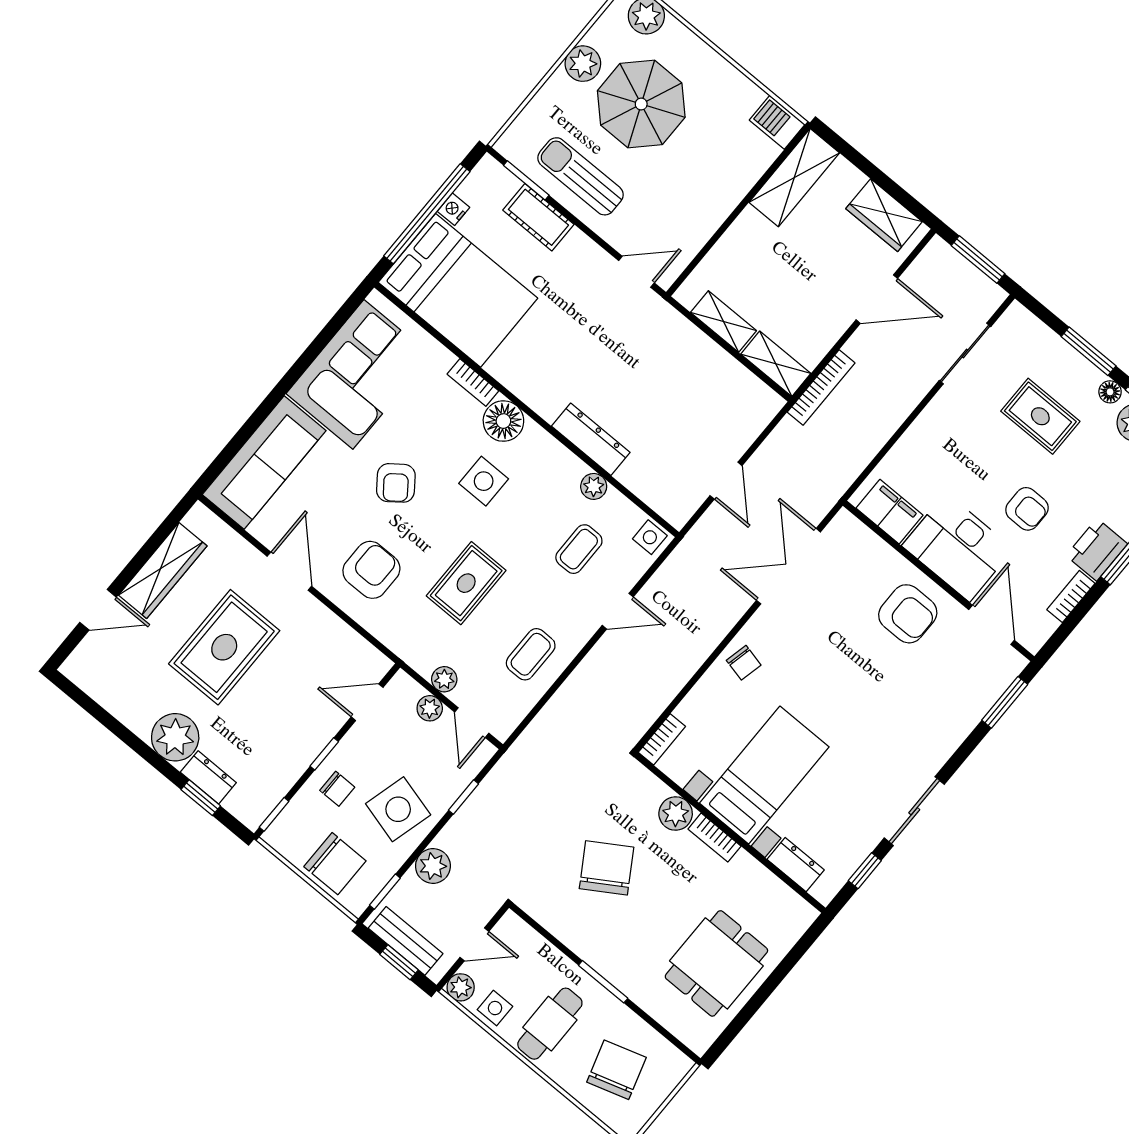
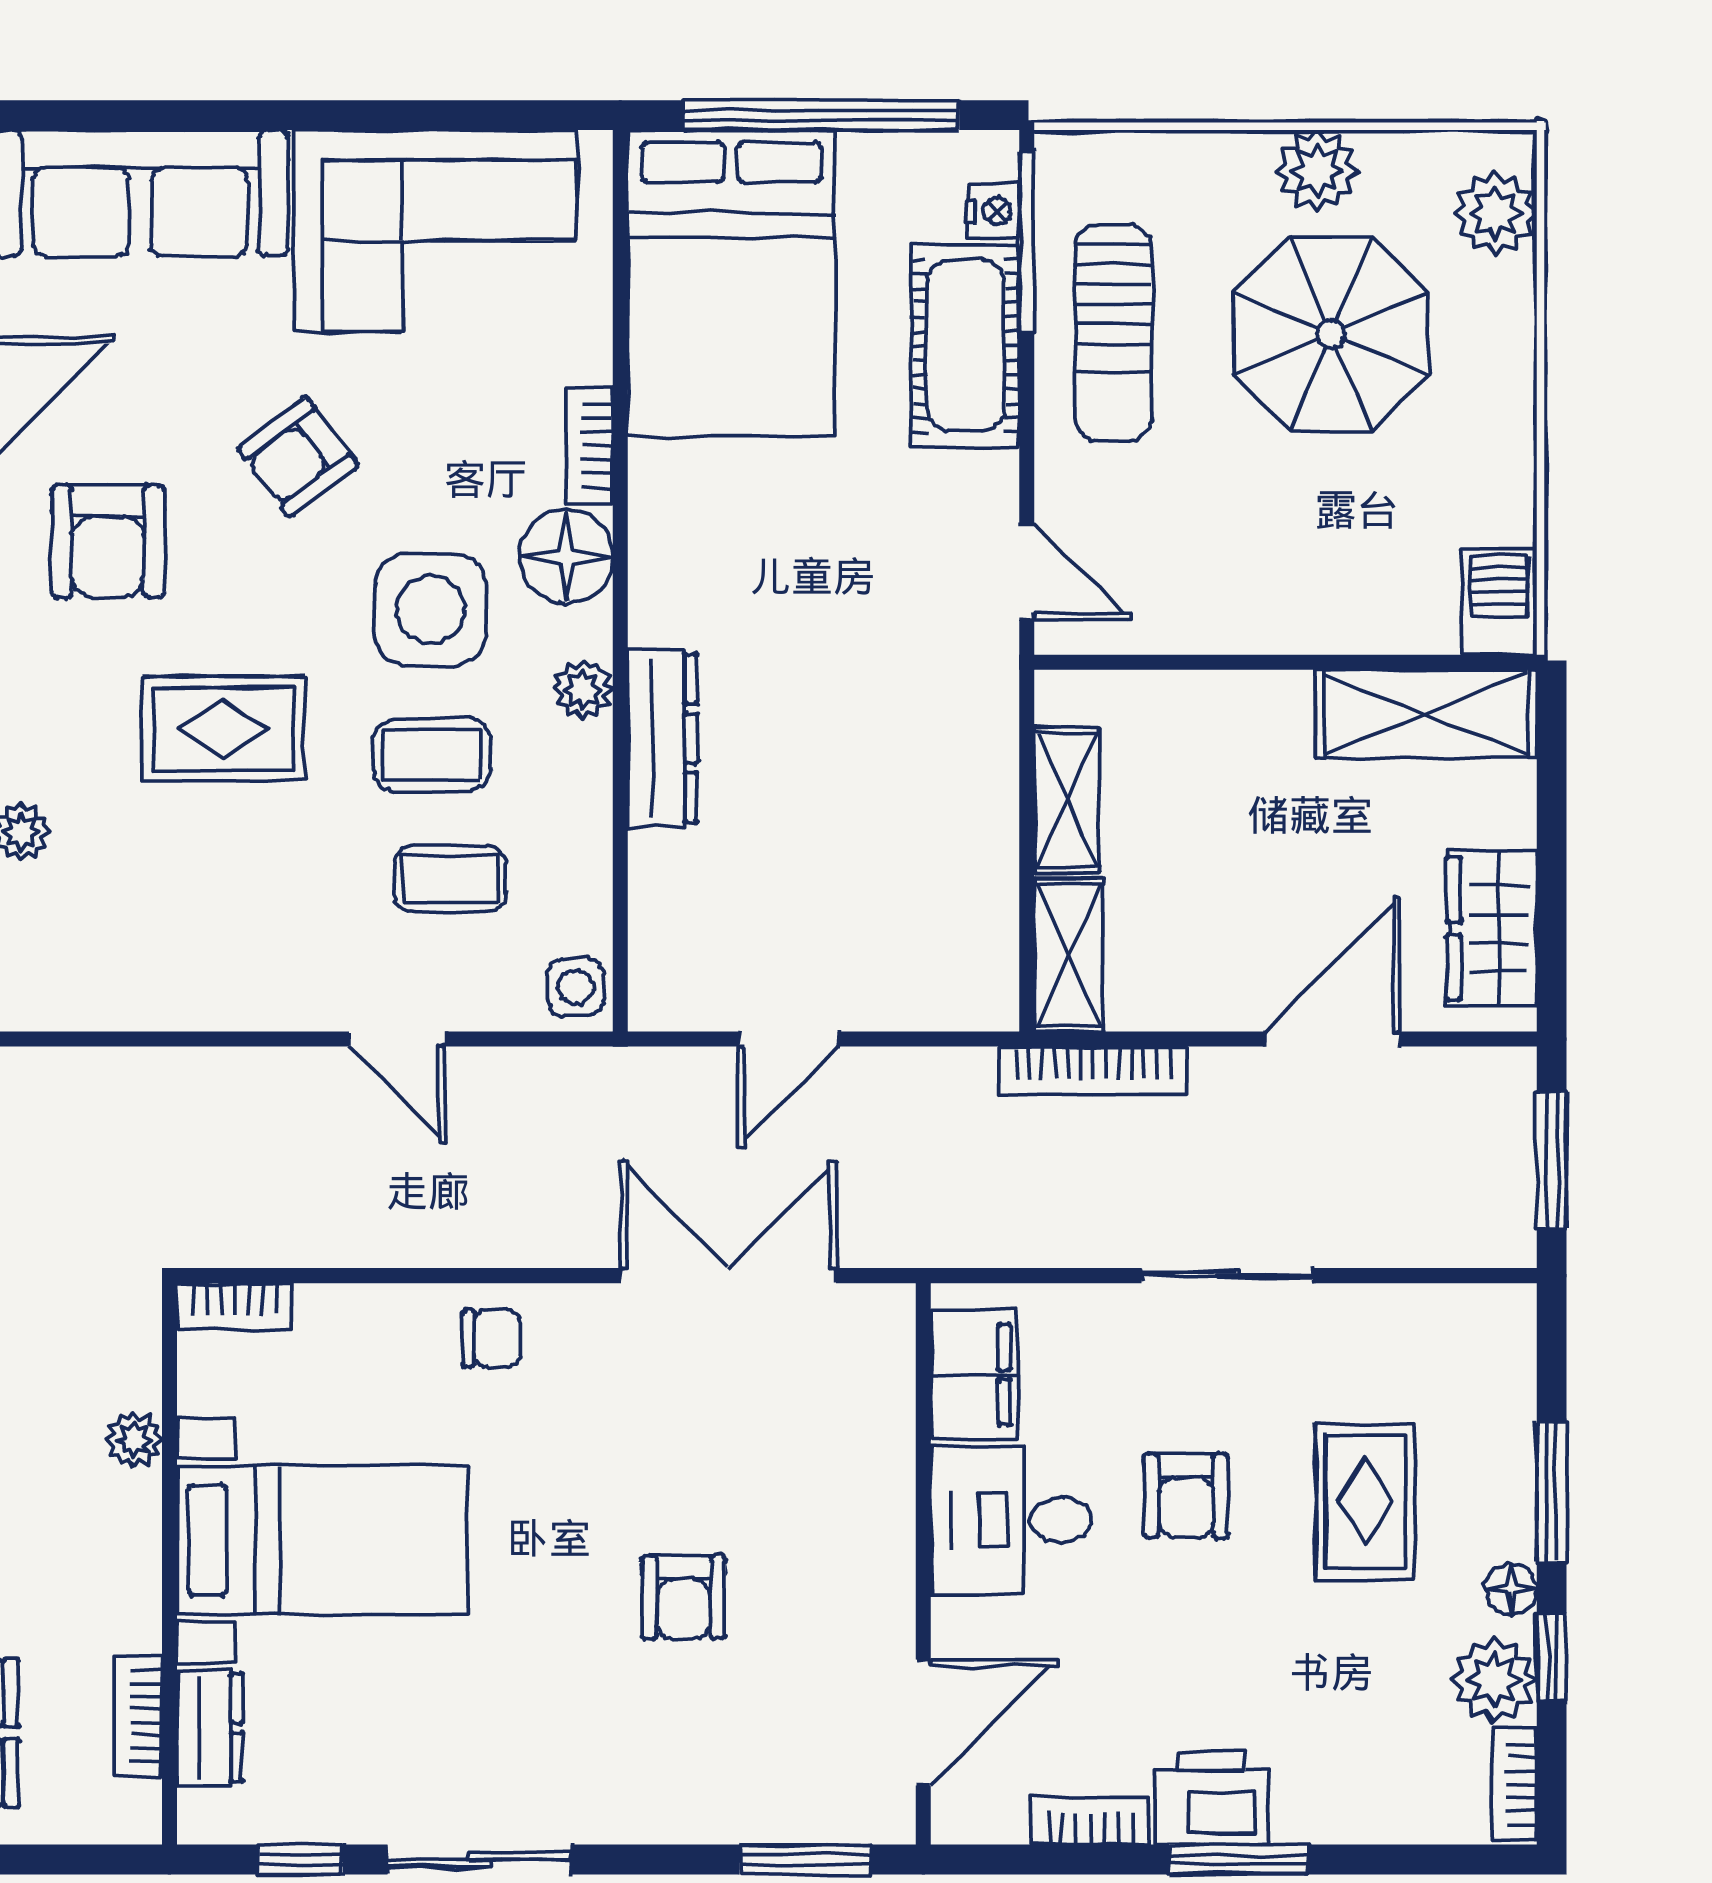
sun lounger: (580, 176) -> (1114, 333), turned 180
window: (526, 180) -> (1027, 242), width x1.44
nightstand: (453, 209) -> (993, 211), moved, turned 90
cot: (538, 217) -> (966, 346), width x1.37, depth x1.34
door: (877, 299) -> (1332, 1039), swing flipped
sliding door: (965, 353) -> (1227, 1276), moved
side table: (484, 481) -> (430, 610), width x1.37, depth x1.37
plant: (594, 486) -> (583, 689), moved
armchair: (1027, 509) -> (1186, 1496), moved
desk: (958, 547) -> (1011, 1520), width x0.73
armchair: (371, 570) -> (108, 541), turned 90
armchair: (908, 614) -> (684, 1597), moved, width x0.72, depth x0.72
coffee table: (531, 654) -> (431, 755), moved
chair: (744, 663) -> (491, 1338), turned -103
plant: (676, 814) -> (134, 1440), width x0.73, depth x0.73
bookcase: (714, 838) -> (138, 1716), moved

